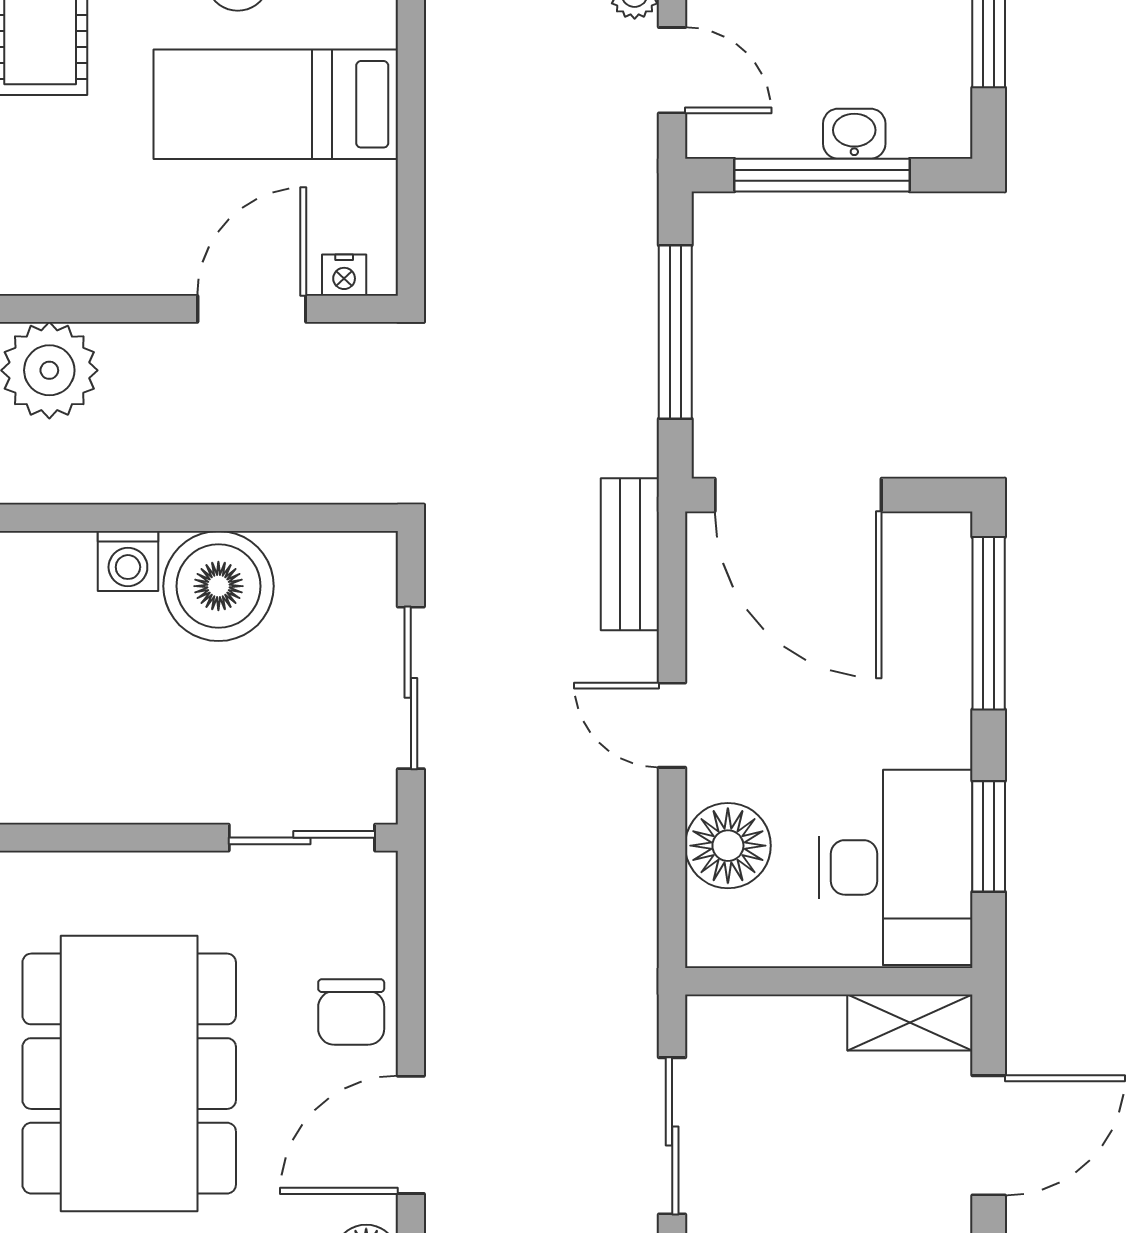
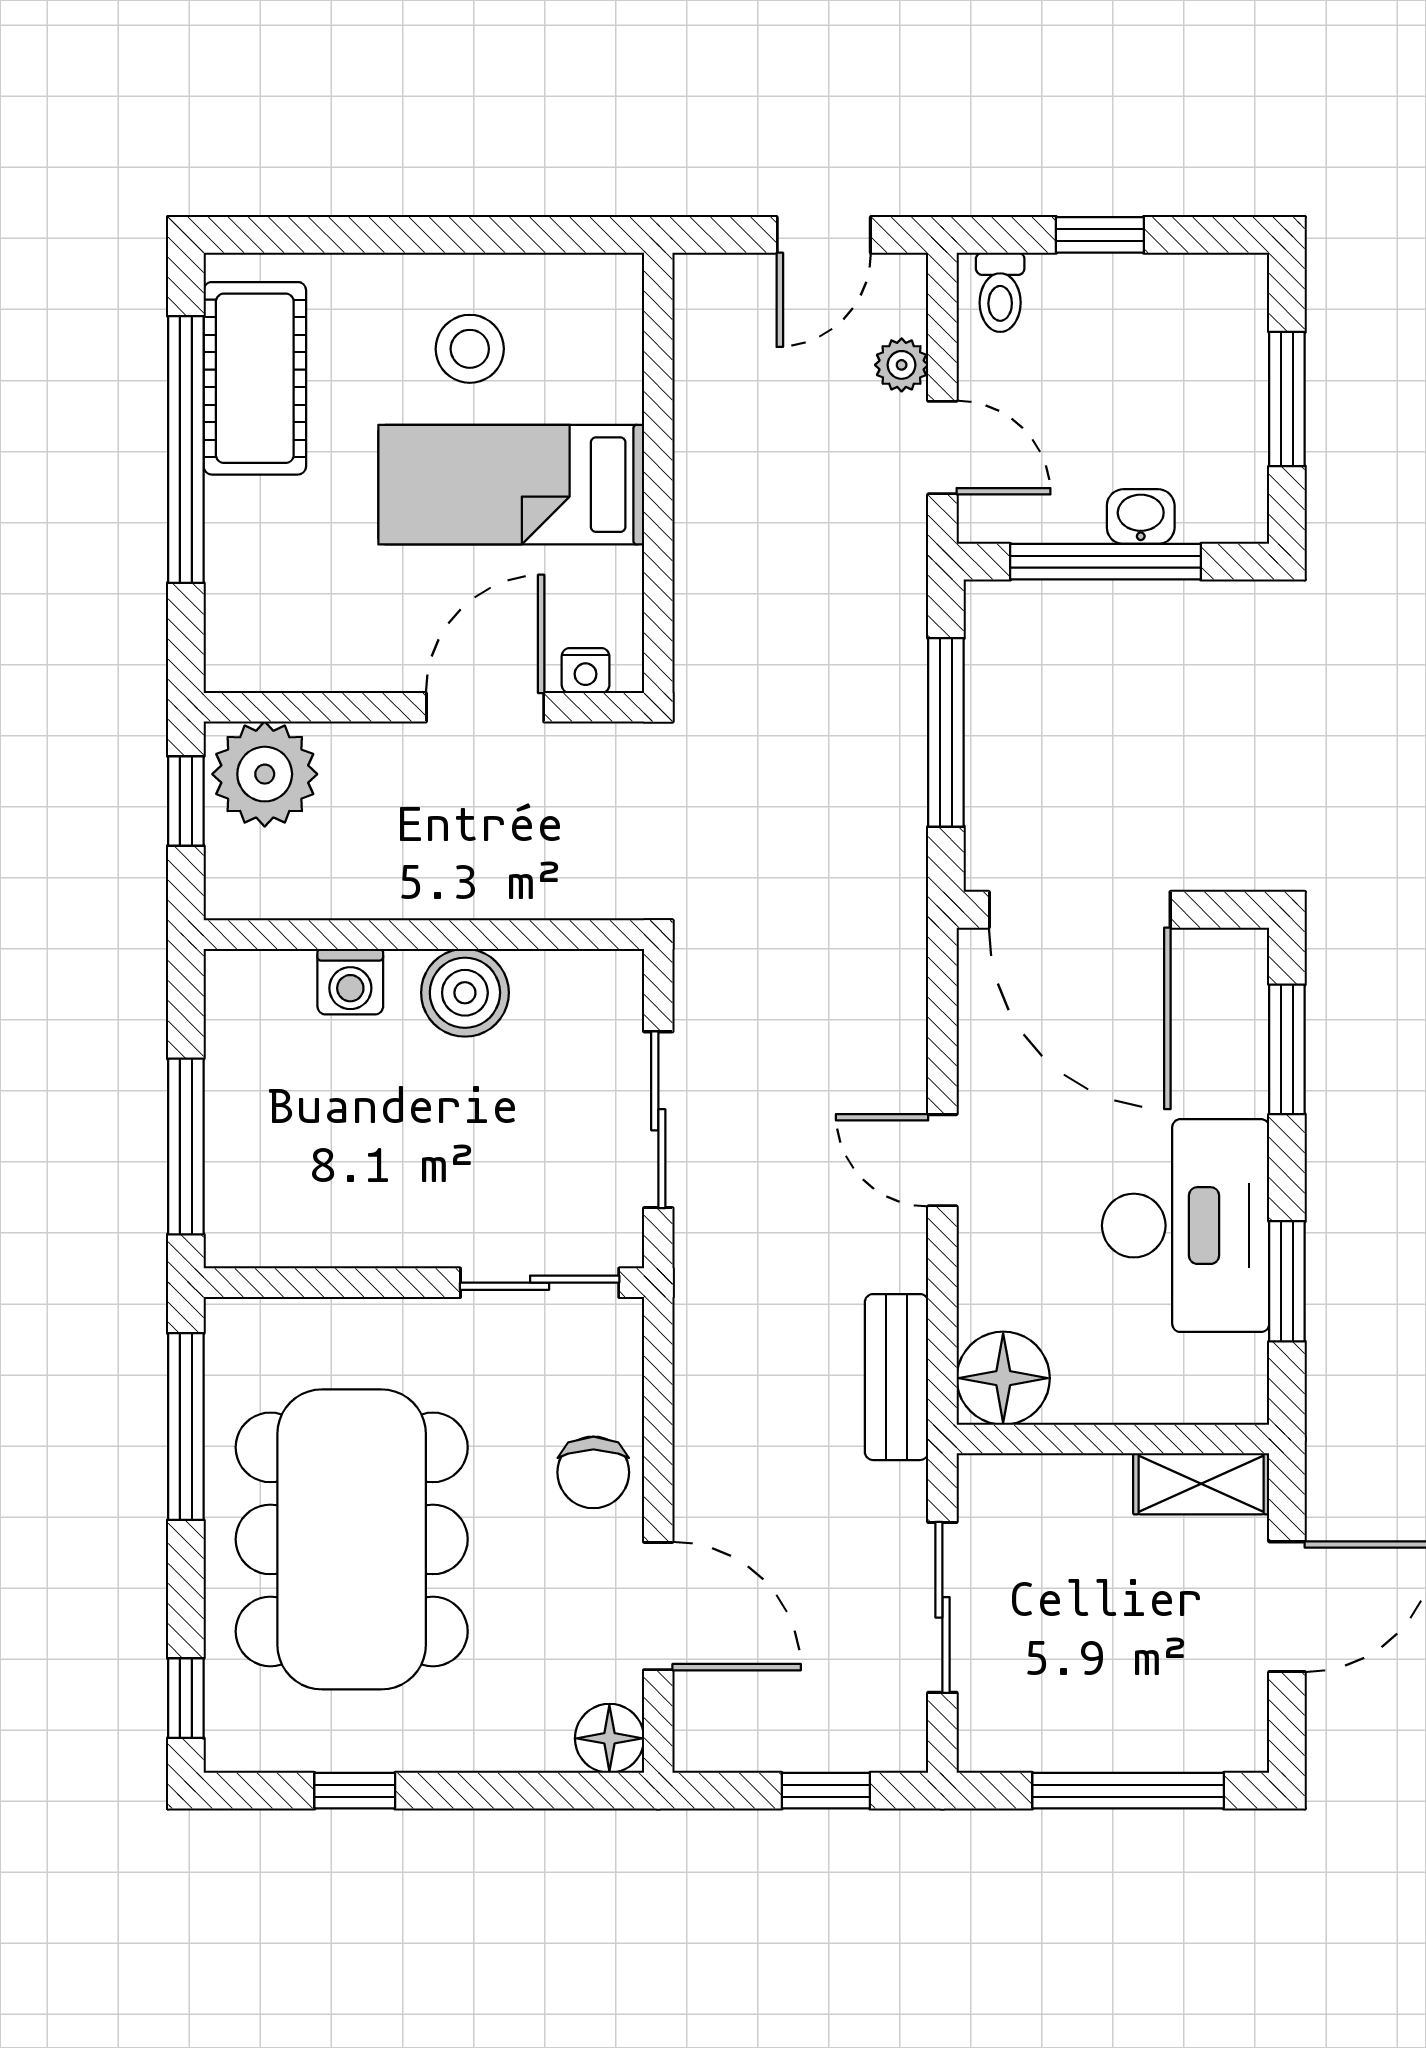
bench: (630, 554) -> (897, 1377), moved
boiler: (218, 586) -> (465, 993), width x0.73, depth x0.73
window: (989, 623) -> (1287, 1049), width x0.69
floor lamp: (728, 846) -> (1003, 1378), moved
desk: (896, 867) -> (1186, 1226), moved
door: (411, 1135) -> (658, 1606), swing flipped

